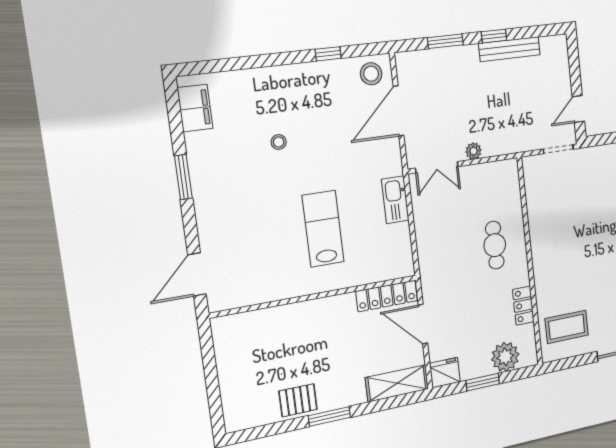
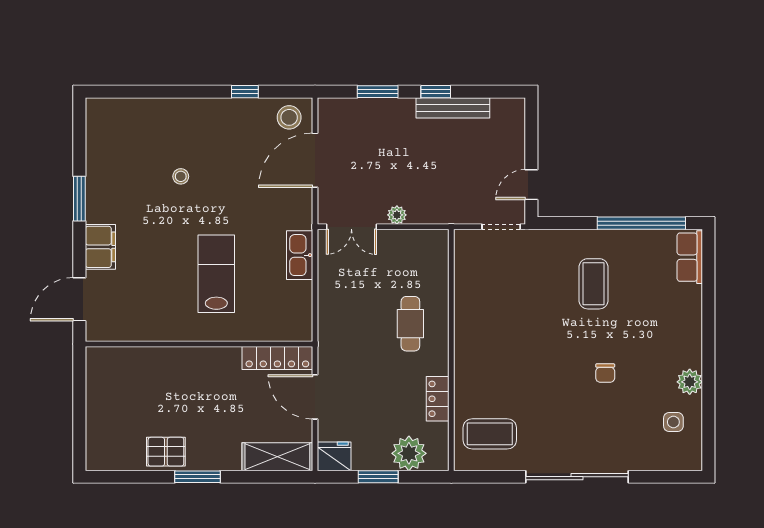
filing cabinet: (195, 108) -> (100, 247), moved

